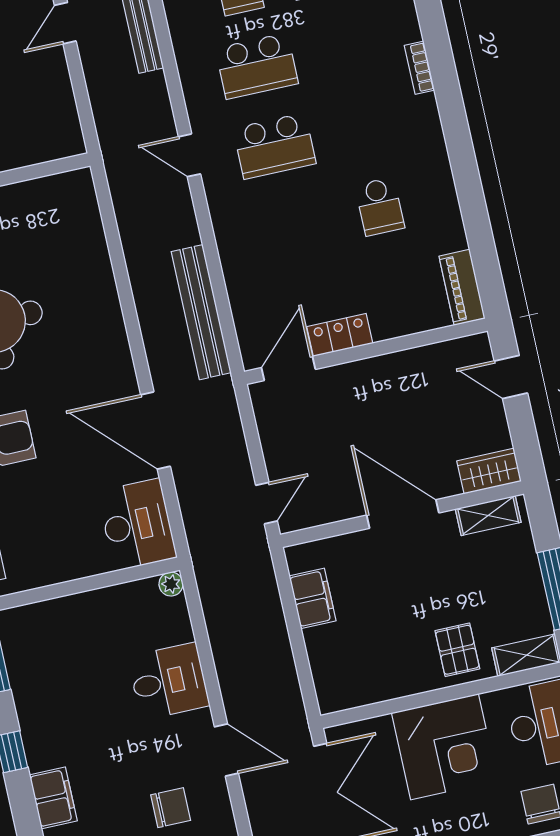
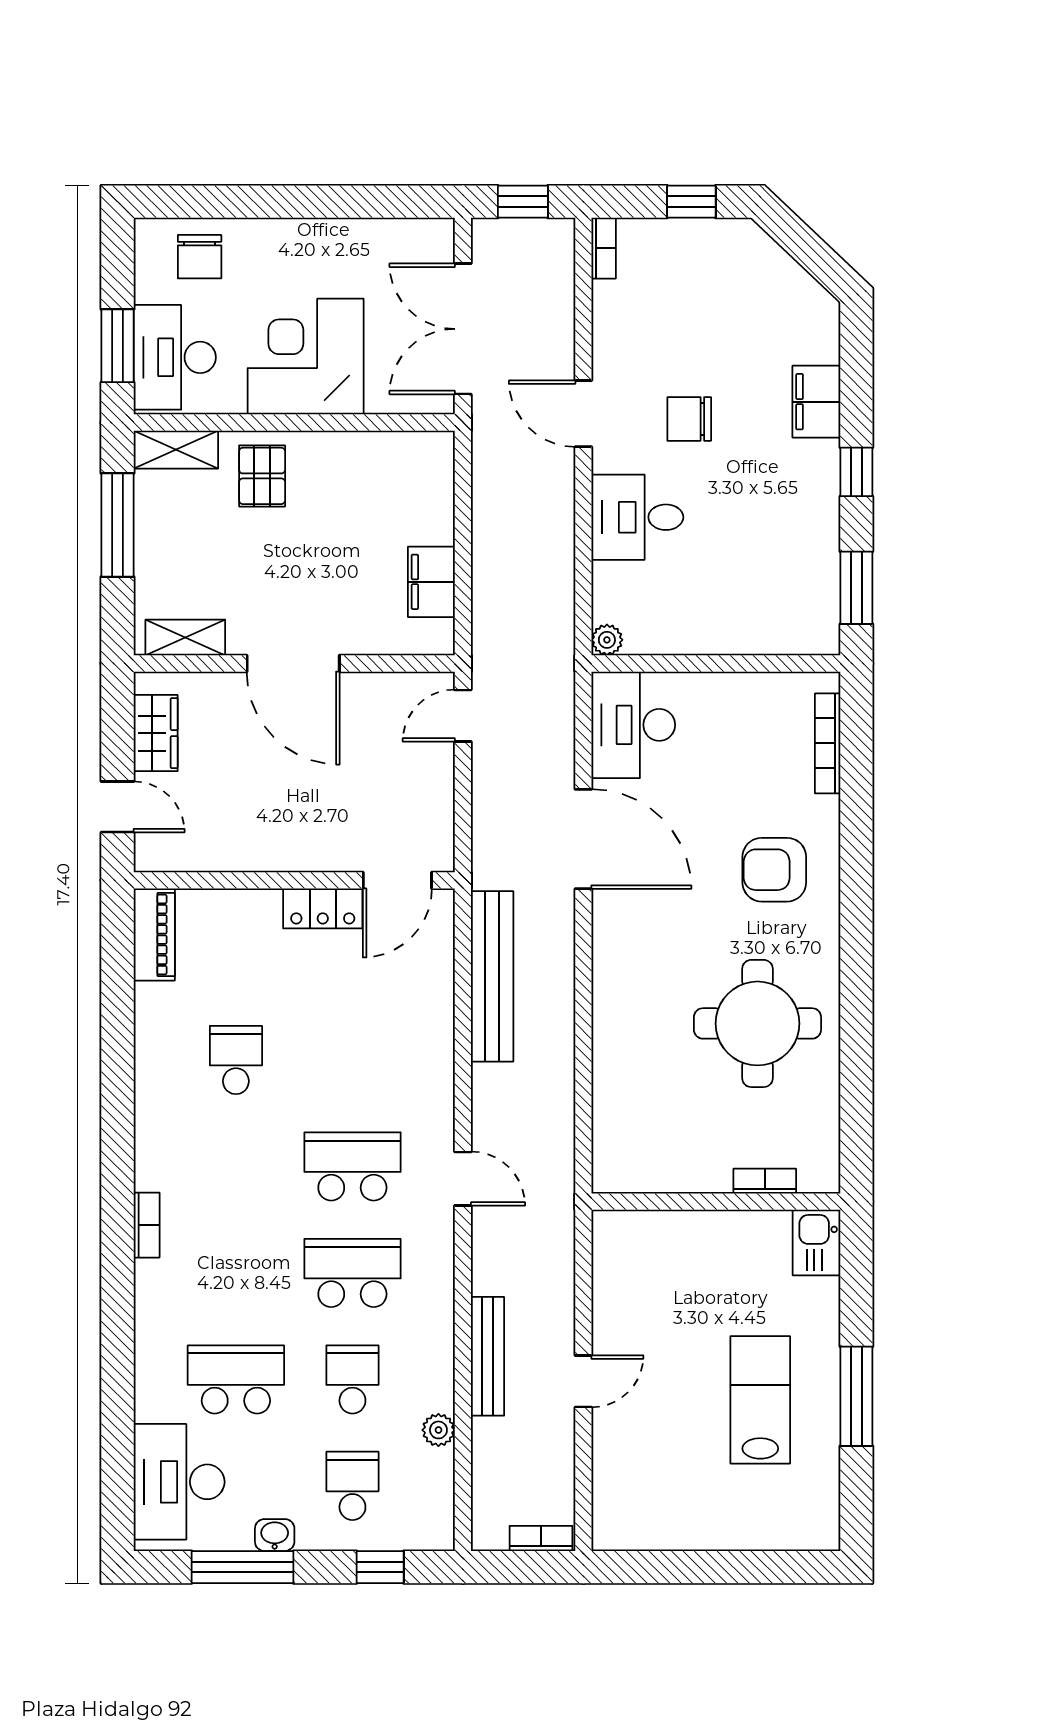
wardrobe: (489, 471) -> (156, 733), moved, turned -90
chair: (171, 808) -> (689, 419), moved

